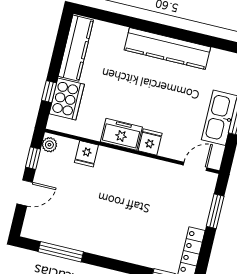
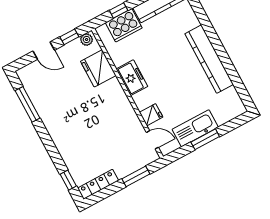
fridge: (150, 142) -> (151, 115), moved
fridge: (86, 154) -> (98, 68), width x1.88, depth x1.34

